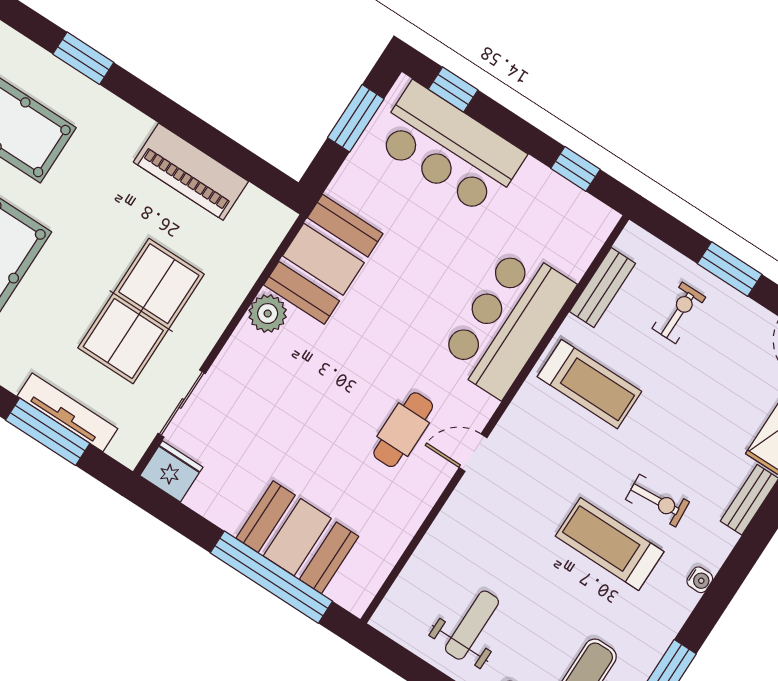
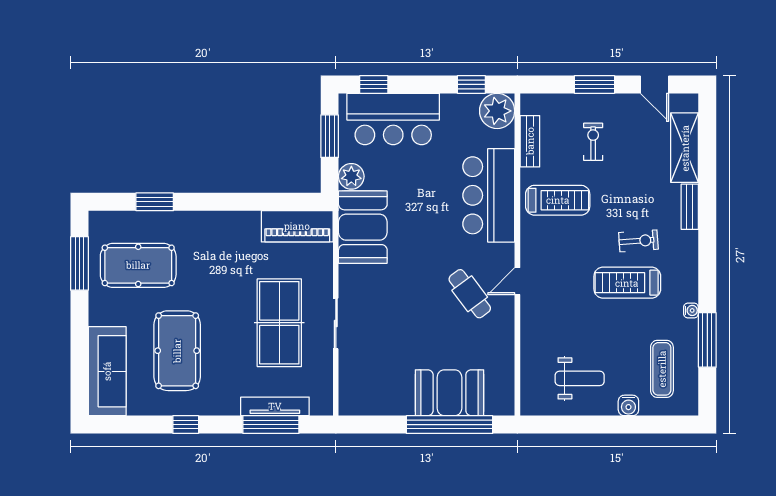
piano: (191, 172) -> (297, 226), moved
plant: (586, 223) -> (497, 111), added
exercise bike: (679, 313) -> (593, 142), moved
plant: (268, 314) -> (351, 176), moved
sliding door: (182, 403) -> (336, 323), moved
cafe table: (403, 430) -> (470, 294), turned -37
fridge: (171, 471) -> (355, 402), removed
water cooler: (700, 580) -> (691, 310), moved
weight bench: (472, 625) -> (580, 378), turned 90

